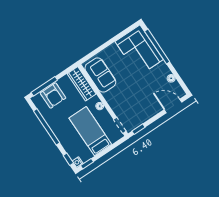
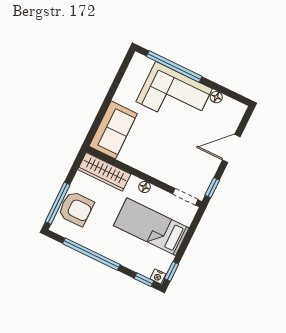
corner sofa: (139, 51) -> (174, 95), moved
sofa: (100, 75) -> (113, 130), moved, turned 90
door: (173, 106) -> (231, 148), moved

